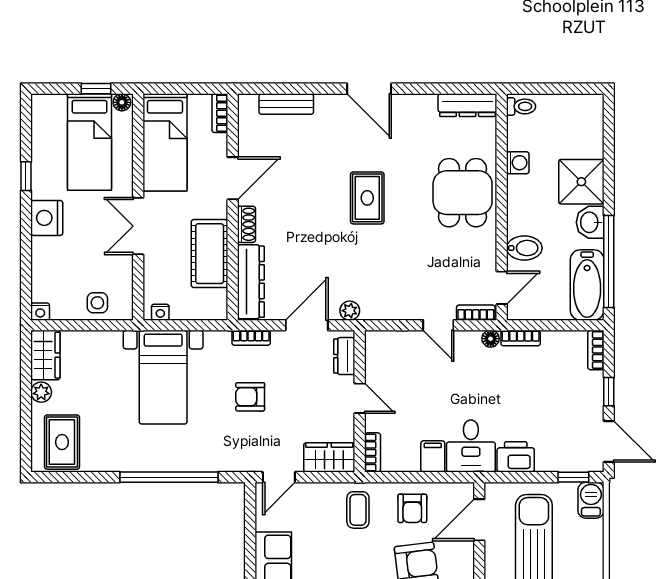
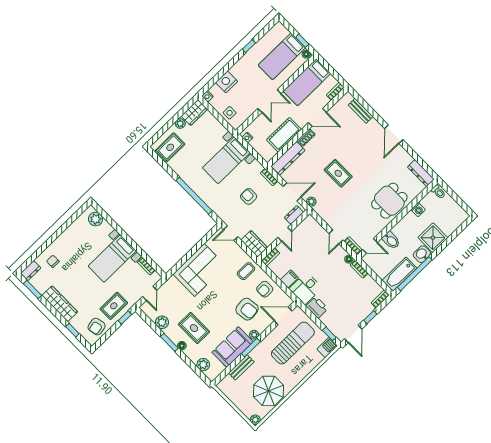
rug: (367, 198) -> (338, 173), moved, turned 90
nightstand: (47, 218) -> (227, 82), moved
double door: (138, 226) -> (269, 101), swing flipped

